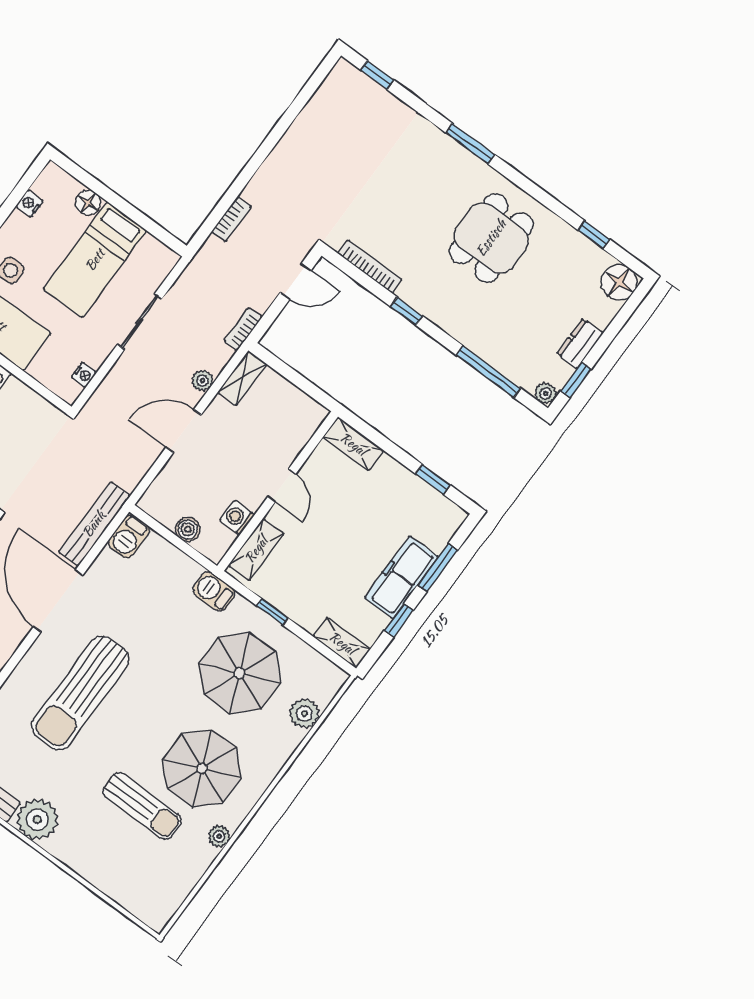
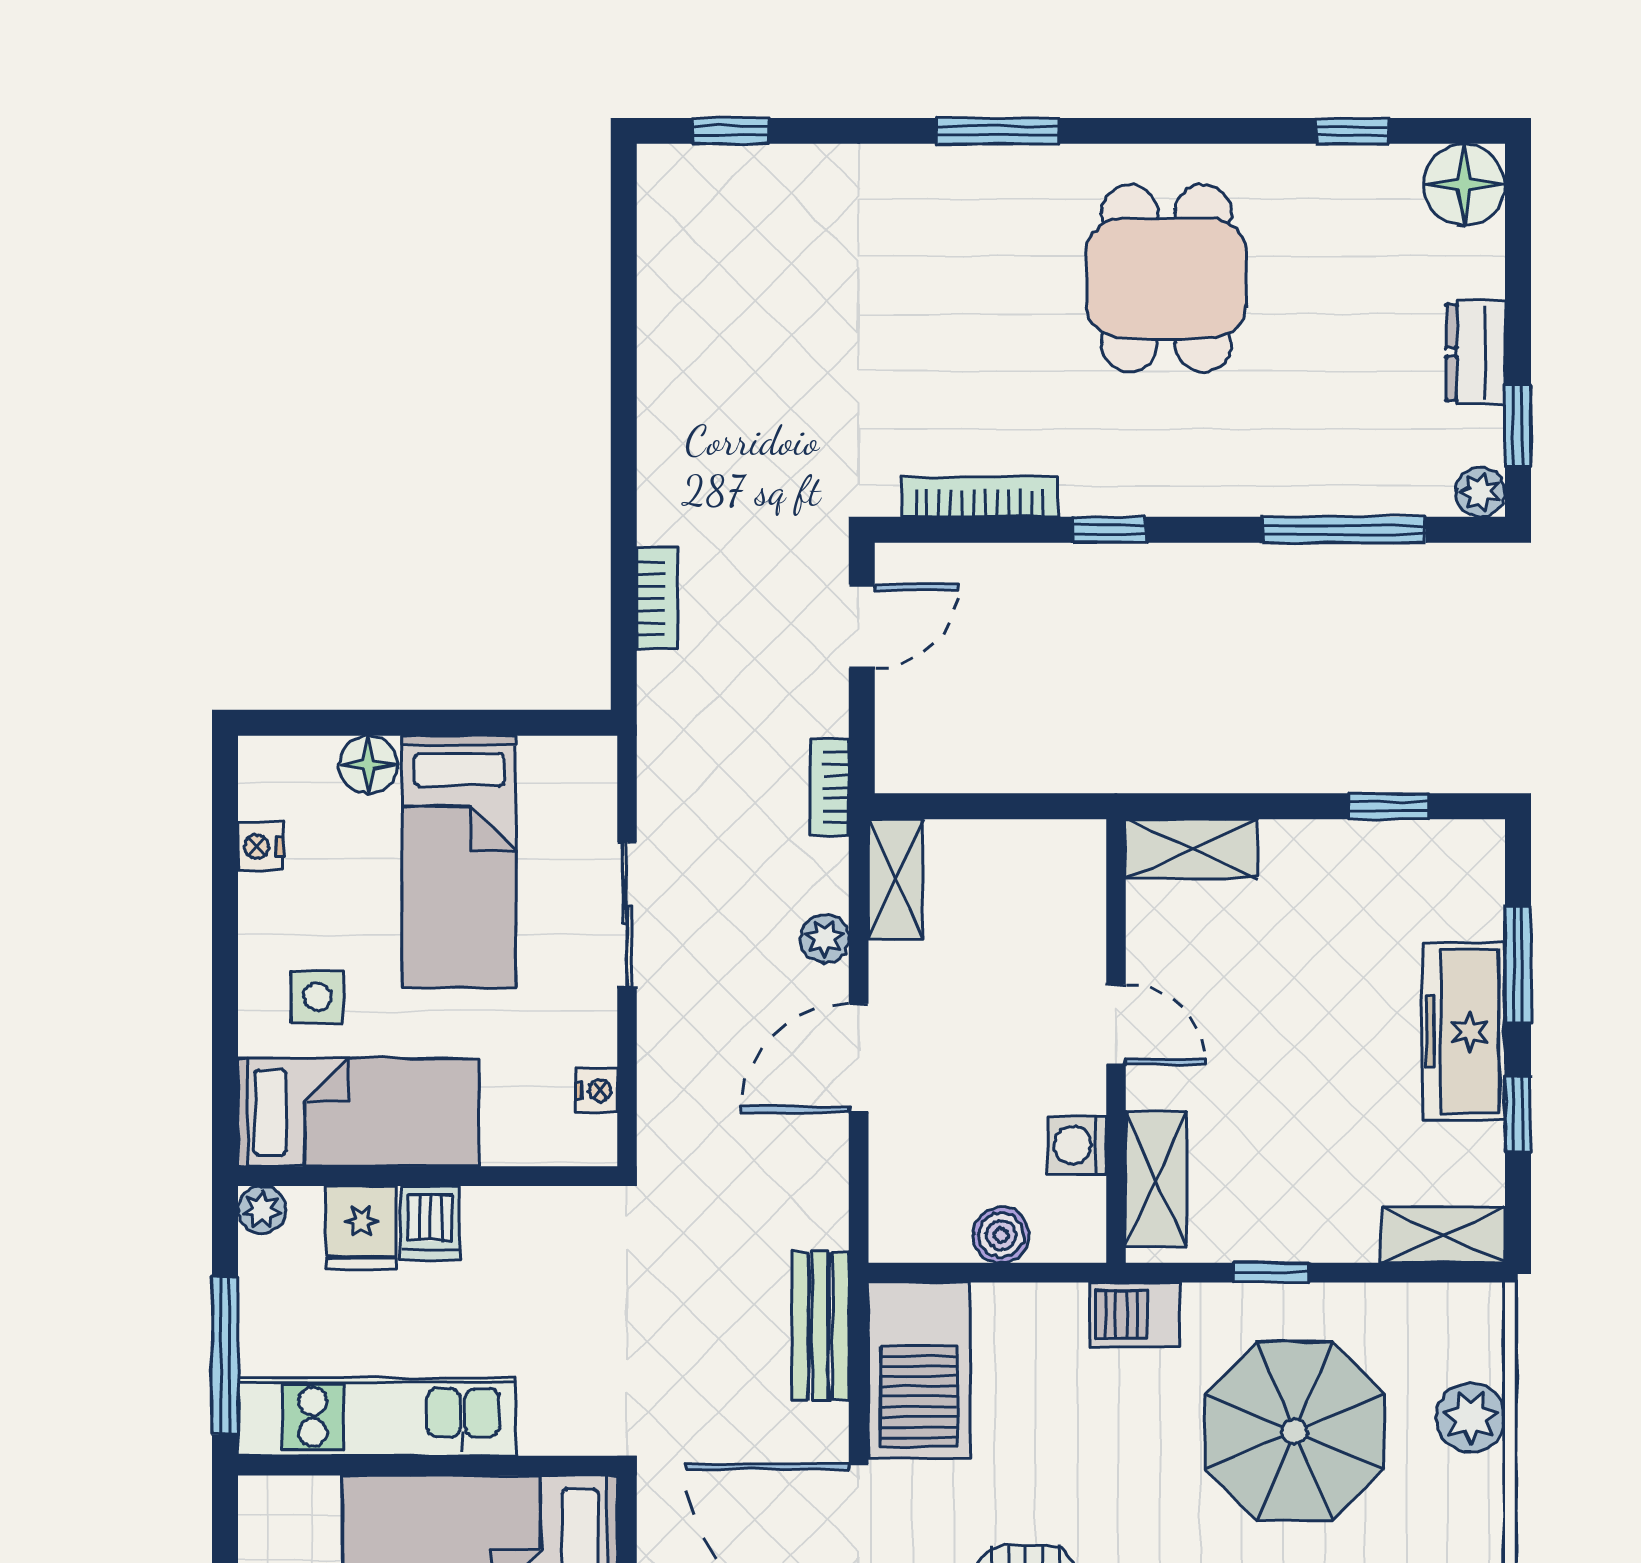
bench: (94, 524) -> (821, 1326), width x0.73
barbecue: (129, 536) -> (919, 1370), width x1.88, depth x1.53

